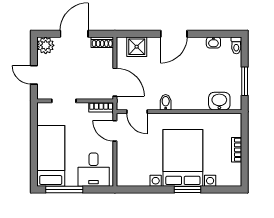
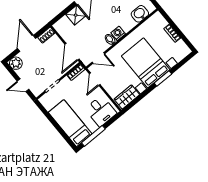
shower: (137, 47) -> (76, 15), moved
door: (115, 82) -> (72, 52), swing flipped
washing machine: (179, 103) -> (118, 33), added
door: (115, 131) -> (95, 79), hinge flipped
wardrobe: (133, 177) -> (127, 97), added

